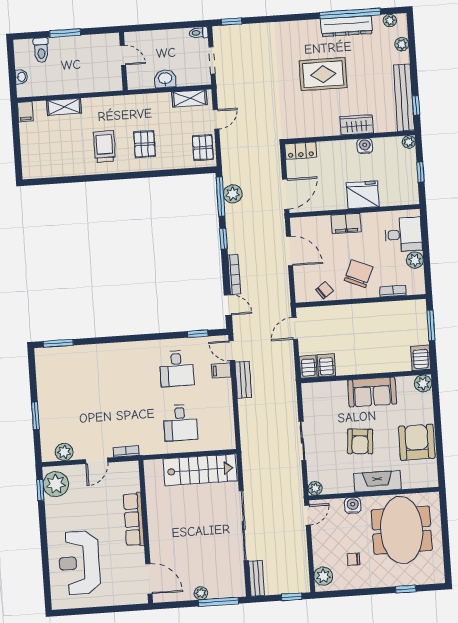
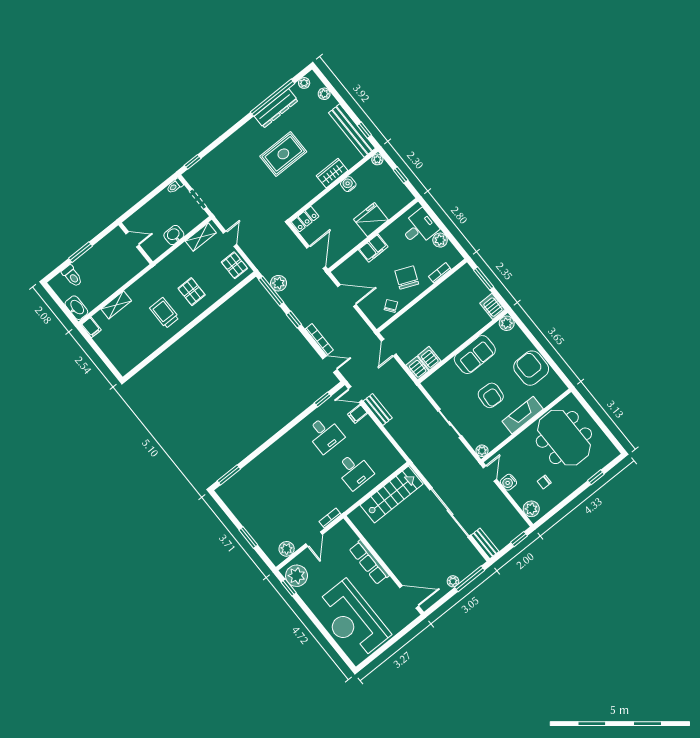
washbasin: (21, 77) -> (76, 308), width x1.91, depth x1.45
water cooler: (353, 505) -> (508, 482), moved, turned -90
reception desk: (79, 563) -> (352, 620), width x1.36, depth x1.30

